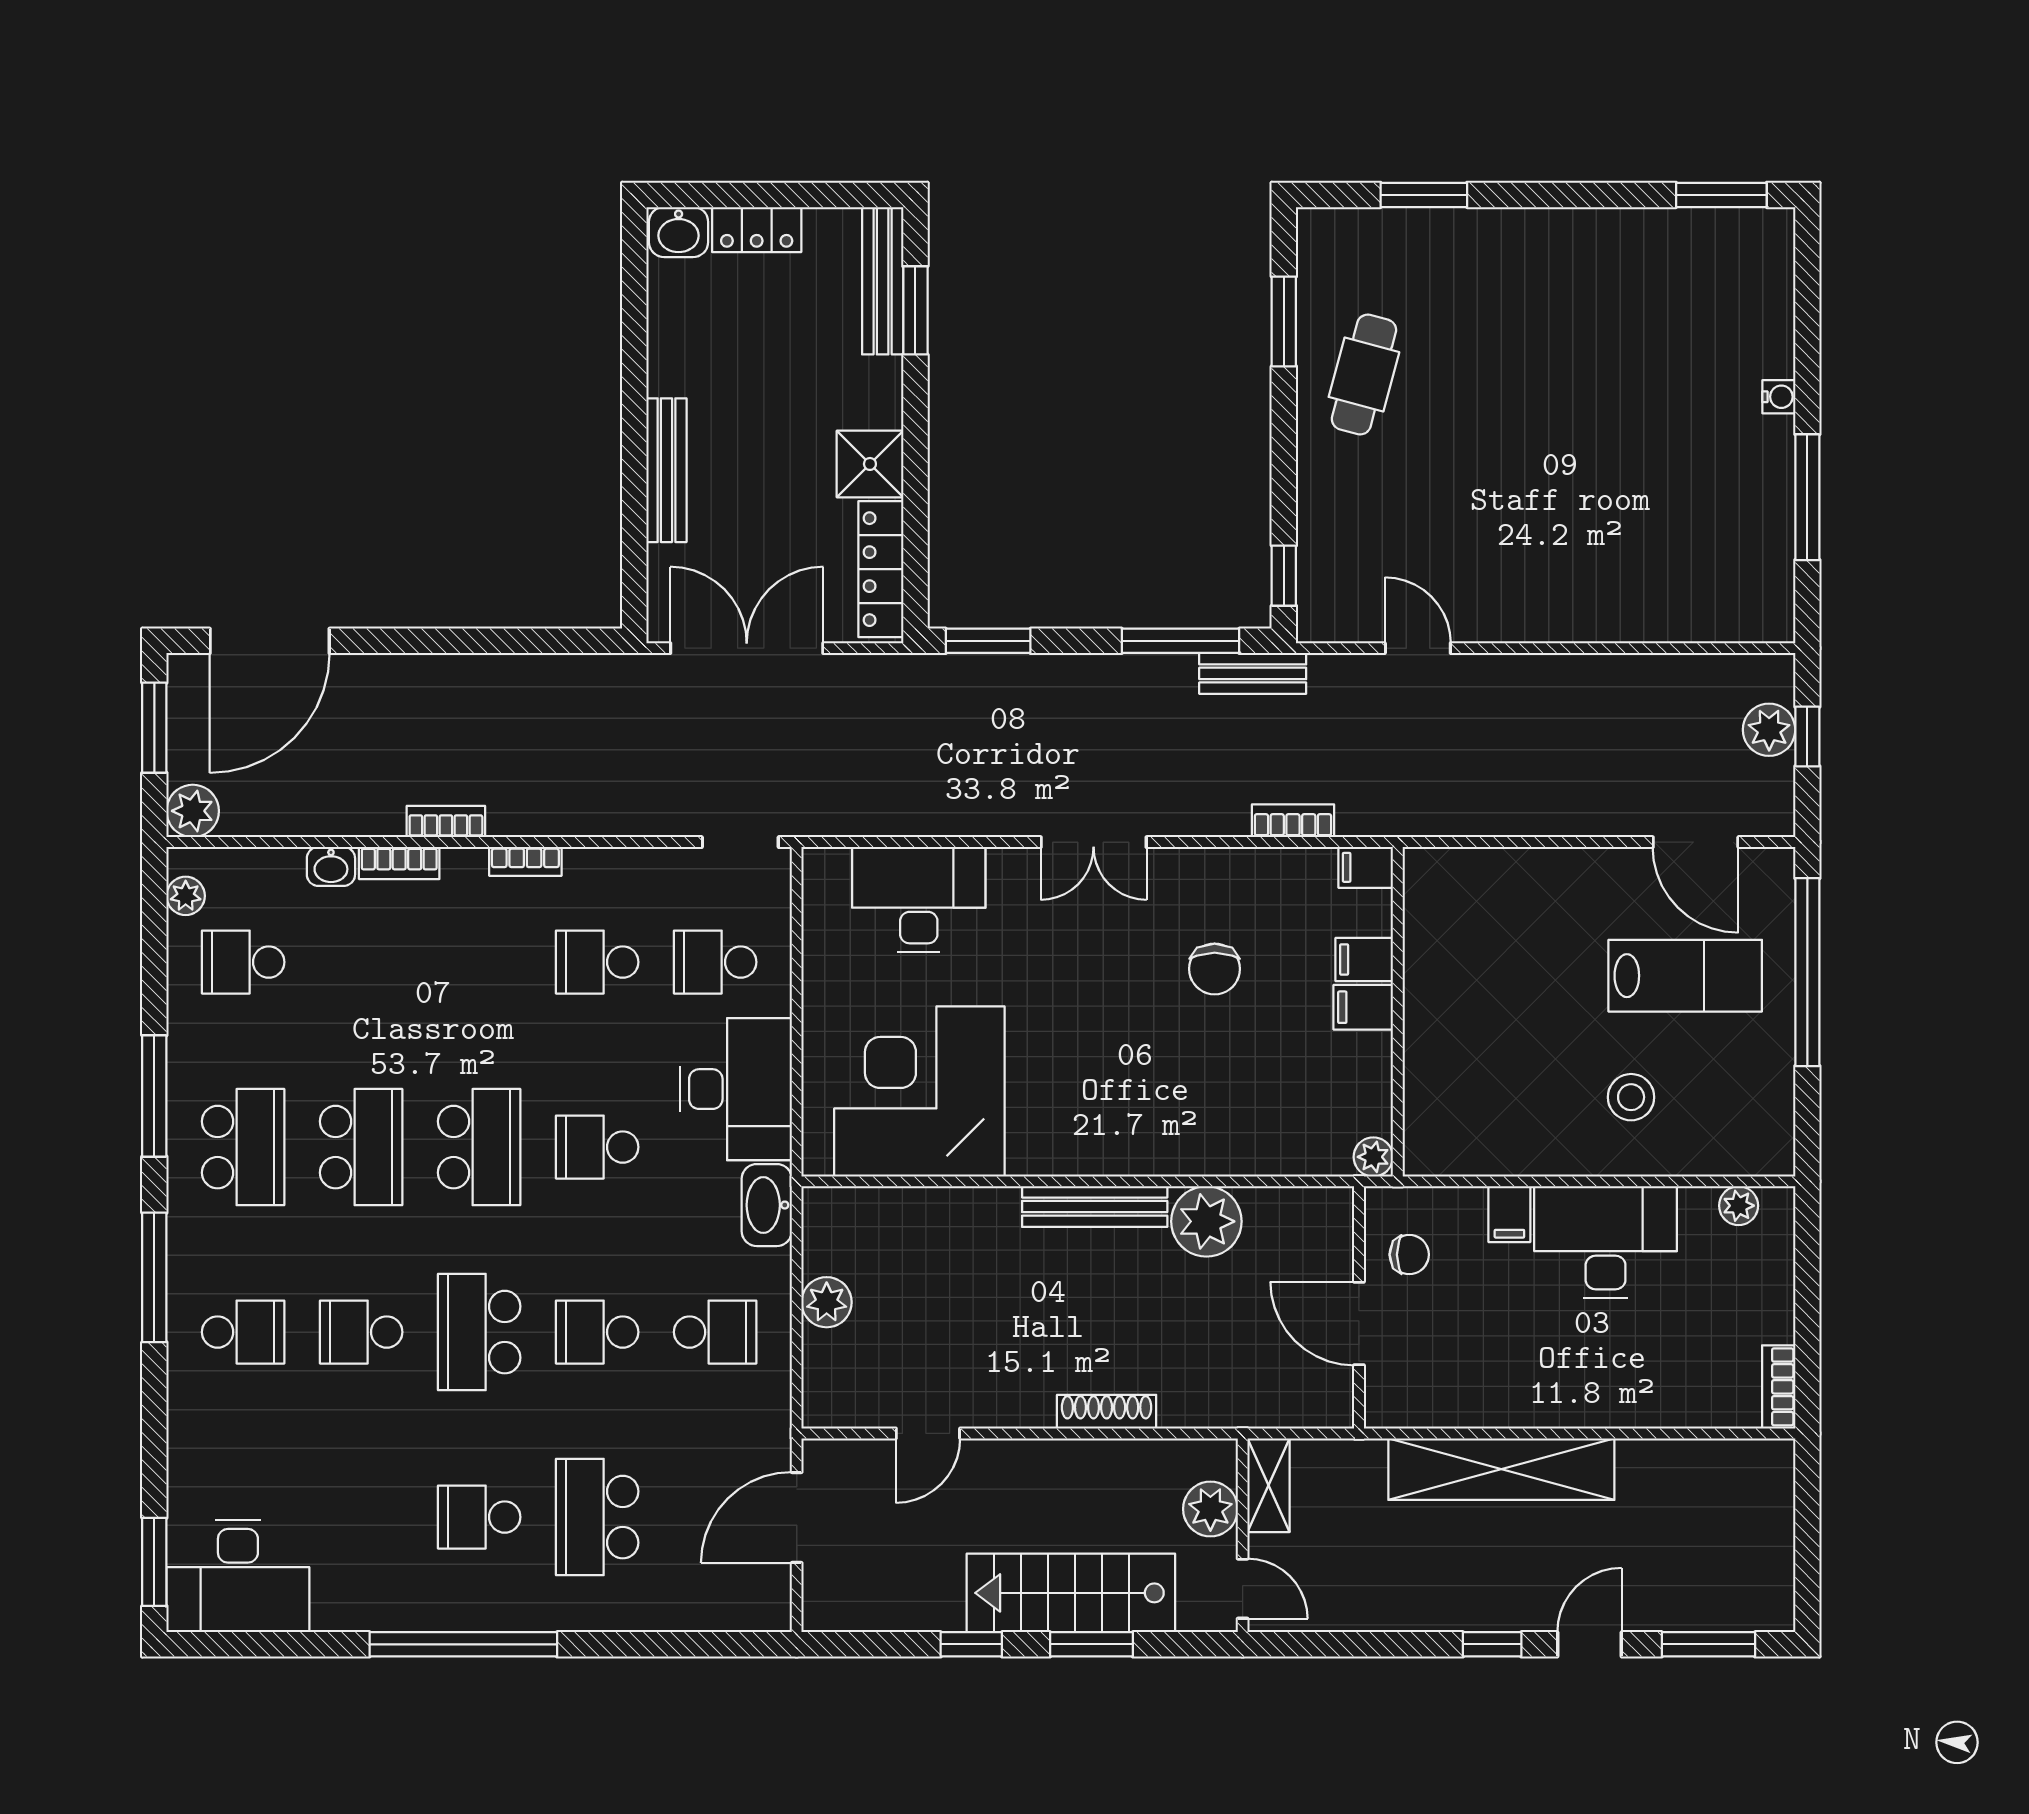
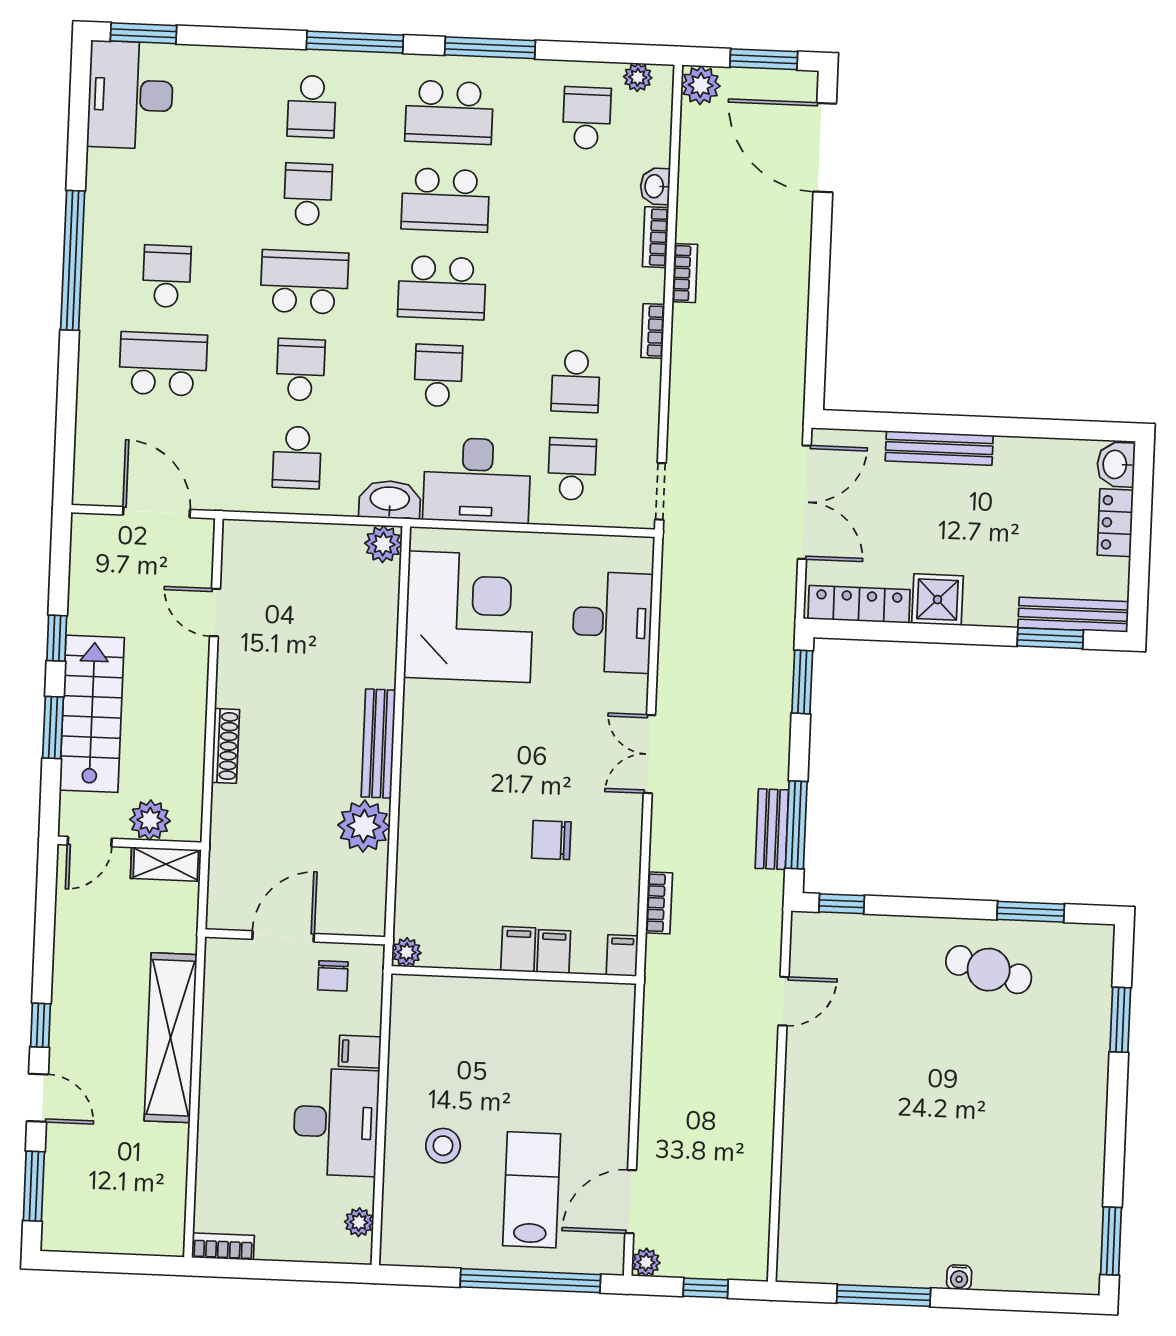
bench: (1253, 673) -> (772, 829), moved
plant: (1769, 730) -> (646, 1262), moved, width x0.73, depth x0.73
school desk: (597, 962) -> (576, 381), turned 180
lab bench: (1685, 976) -> (532, 1190), turned 180
plant: (827, 1302) -> (383, 544), moved

